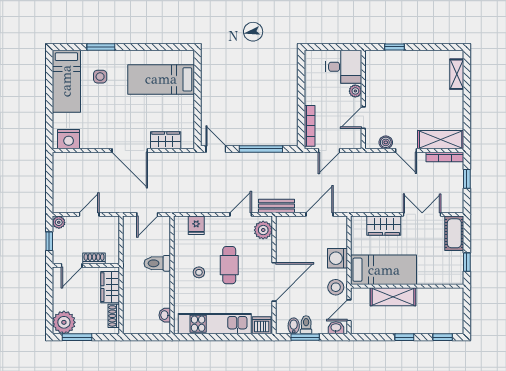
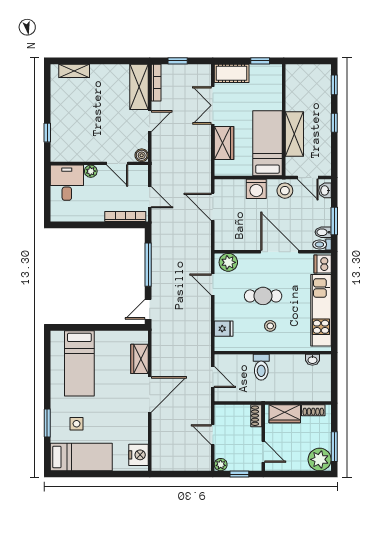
boiler: (386, 142) -> (142, 155), moved
bench: (277, 206) -> (204, 249), removed
shoe rack: (94, 258) -> (256, 416), moved
toilet: (306, 325) -> (322, 245), moved

